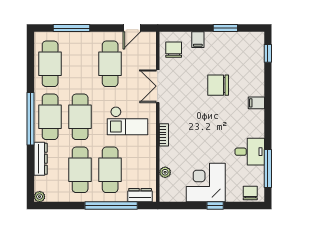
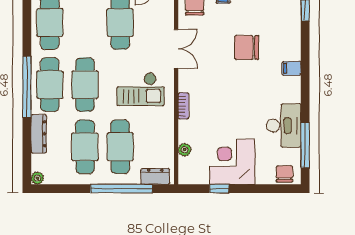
double door: (158, 86) -> (176, 49), swing flipped
desk: (250, 152) -> (284, 126), width x1.37
window: (215, 206) -> (219, 189), moved

